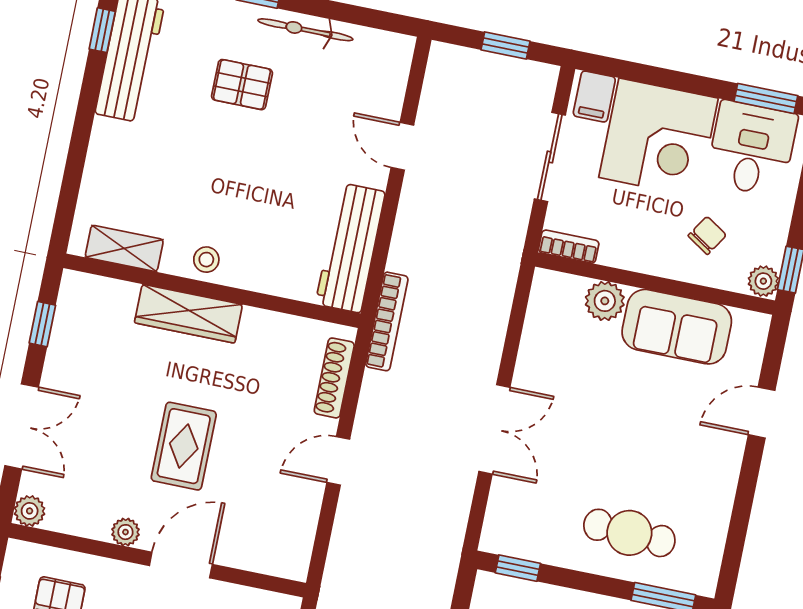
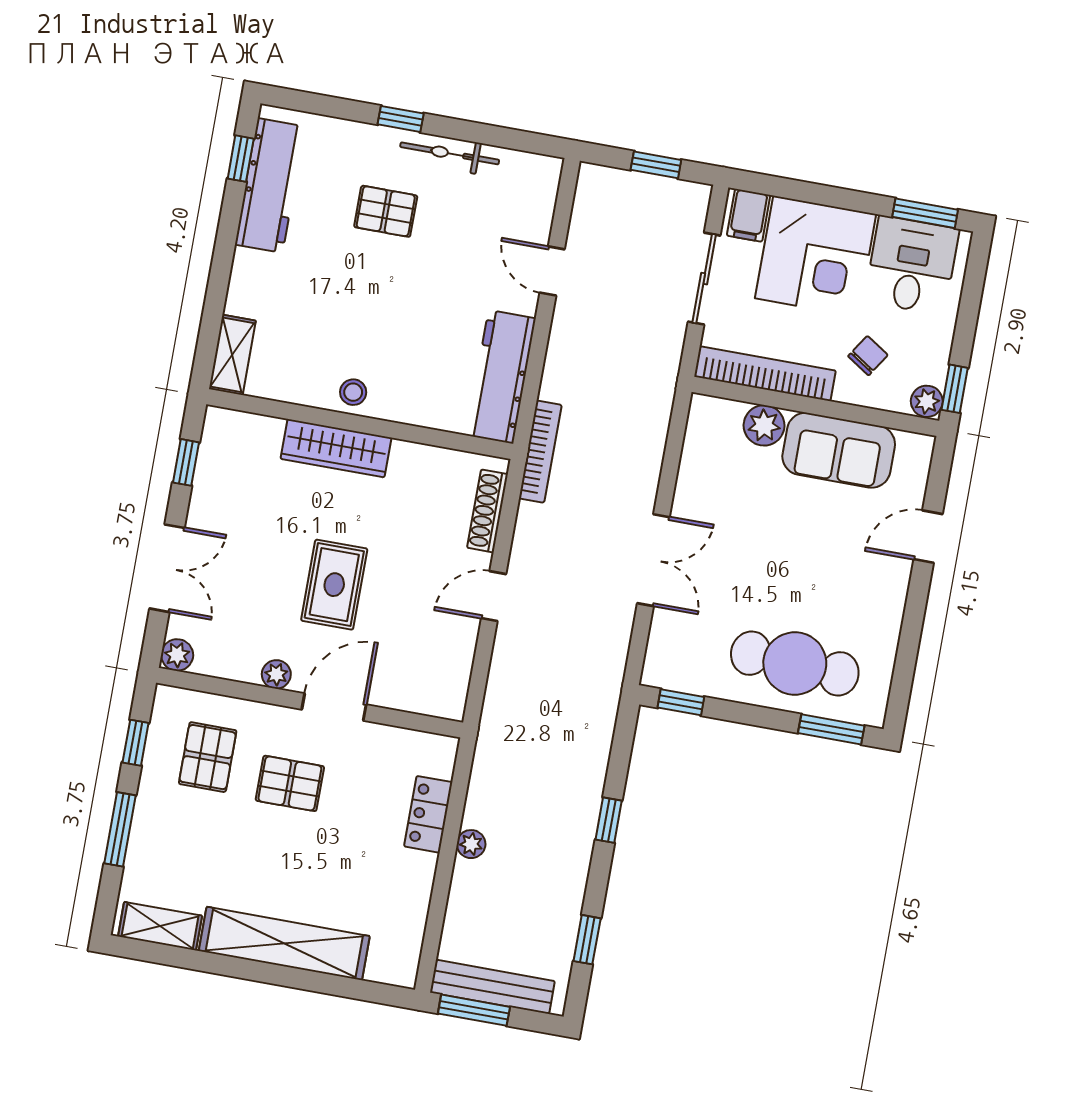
bookcase: (569, 247) -> (765, 374), width x2.31, depth x1.31
shelving: (124, 248) -> (232, 355), moved, turned 90
cafe table: (629, 533) -> (795, 664), width x1.37, depth x1.35

